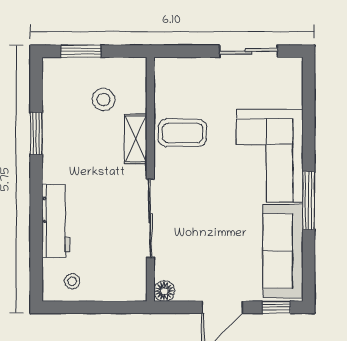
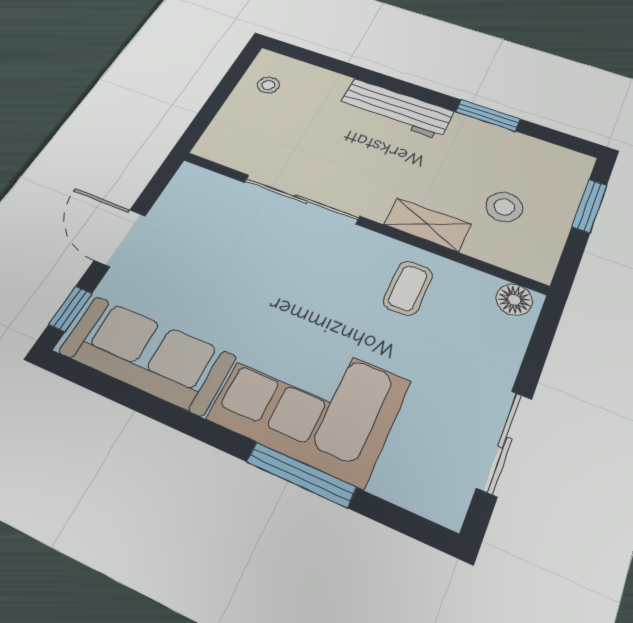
coffee table: (182, 133) -> (408, 288), width x0.73, depth x0.77
window: (309, 201) -> (301, 474), moved
workbench: (56, 221) -> (396, 109), moved
floor lamp: (164, 291) -> (514, 300), moved

